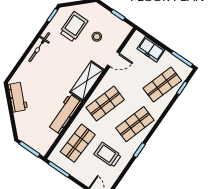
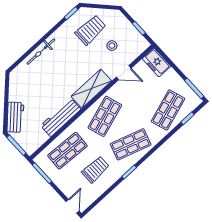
bicycle: (39, 47) -> (41, 52), moved
freezer: (151, 49) -> (156, 62), moved
shop shelf: (162, 84) -> (168, 110), turned -36
workbench: (18, 97) -> (15, 117), moved
shop shelf: (105, 104) -> (105, 116), turned -36
trolley: (108, 155) -> (95, 169), turned 90

